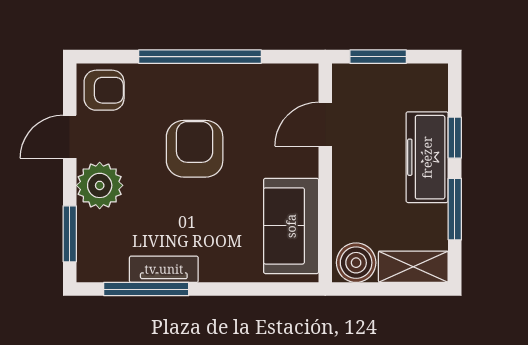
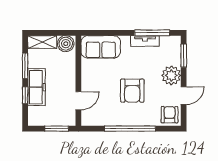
armchair: (104, 90) -> (170, 115), turned 90
sofa: (291, 226) -> (101, 47), moved, turned 90

